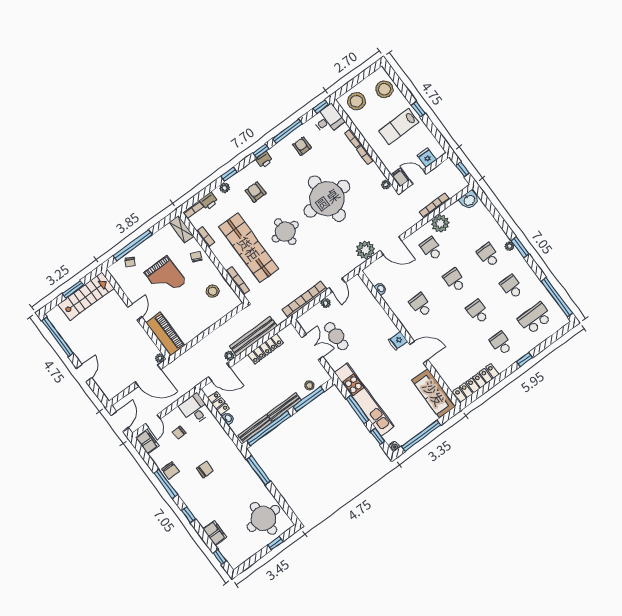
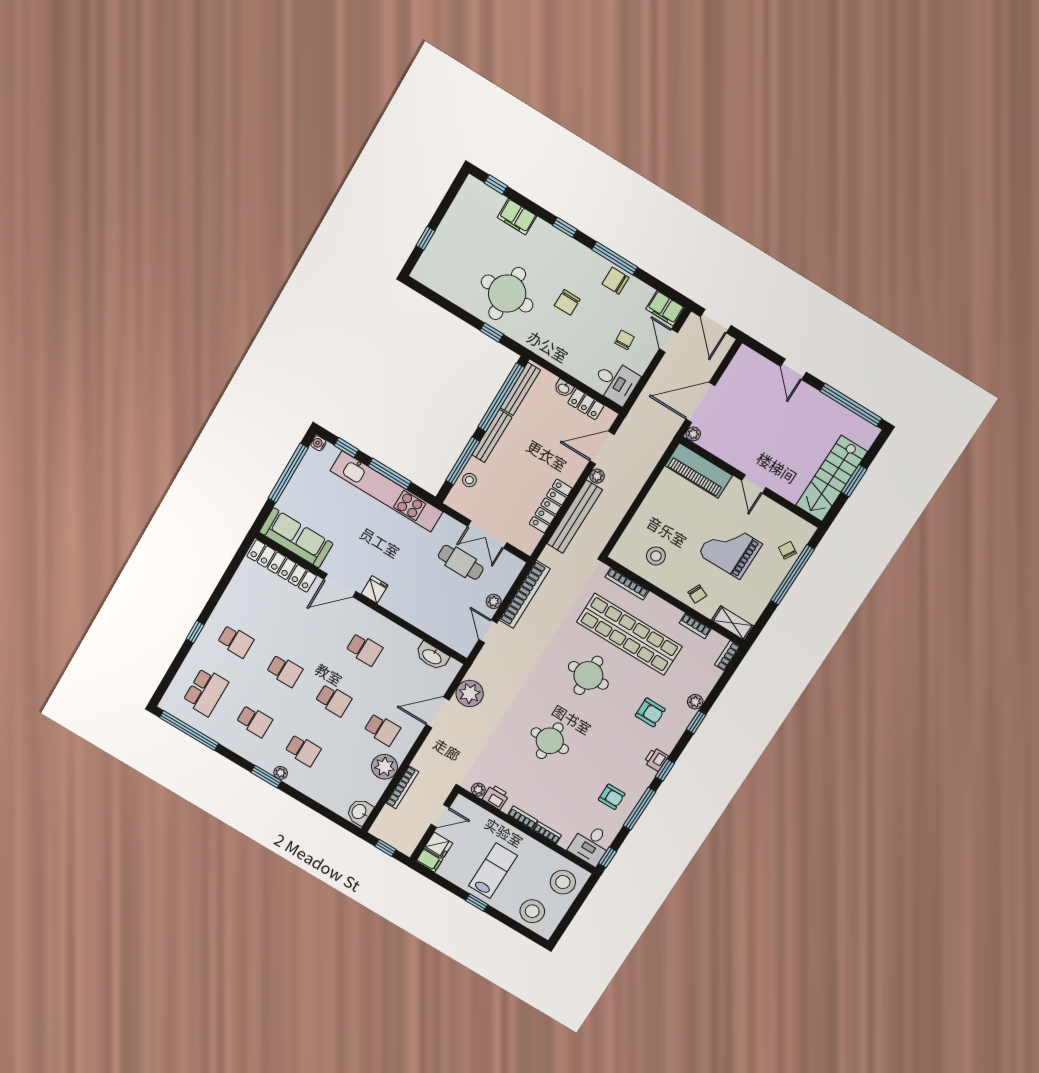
filing cabinet: (400, 178) -> (429, 860), moved
round table: (327, 199) -> (550, 741), width x0.54, depth x0.54
printer: (209, 201) -> (496, 797), moved, turned 90
washbasin: (381, 289) -> (432, 656), width x1.91, depth x1.45
locker: (476, 383) -> (282, 566), moved, turned 90
window: (258, 470) -> (492, 332), width x0.46
round table: (263, 518) -> (507, 294), moved

